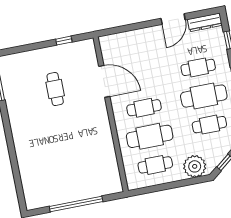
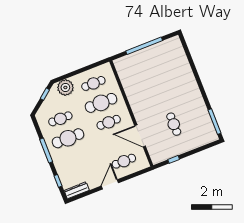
door: (173, 19) -> (110, 184), moved
cafe table: (198, 67) -> (124, 161), moved

